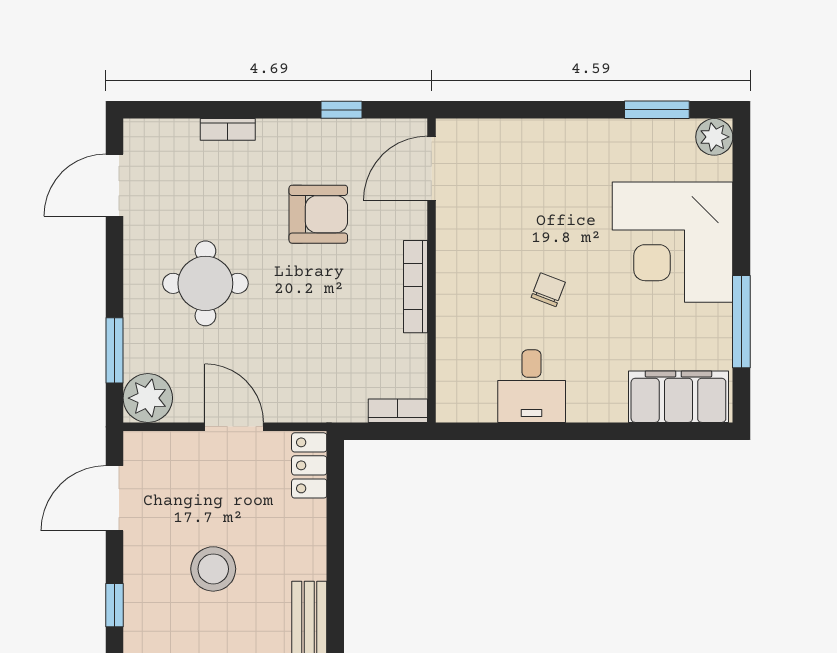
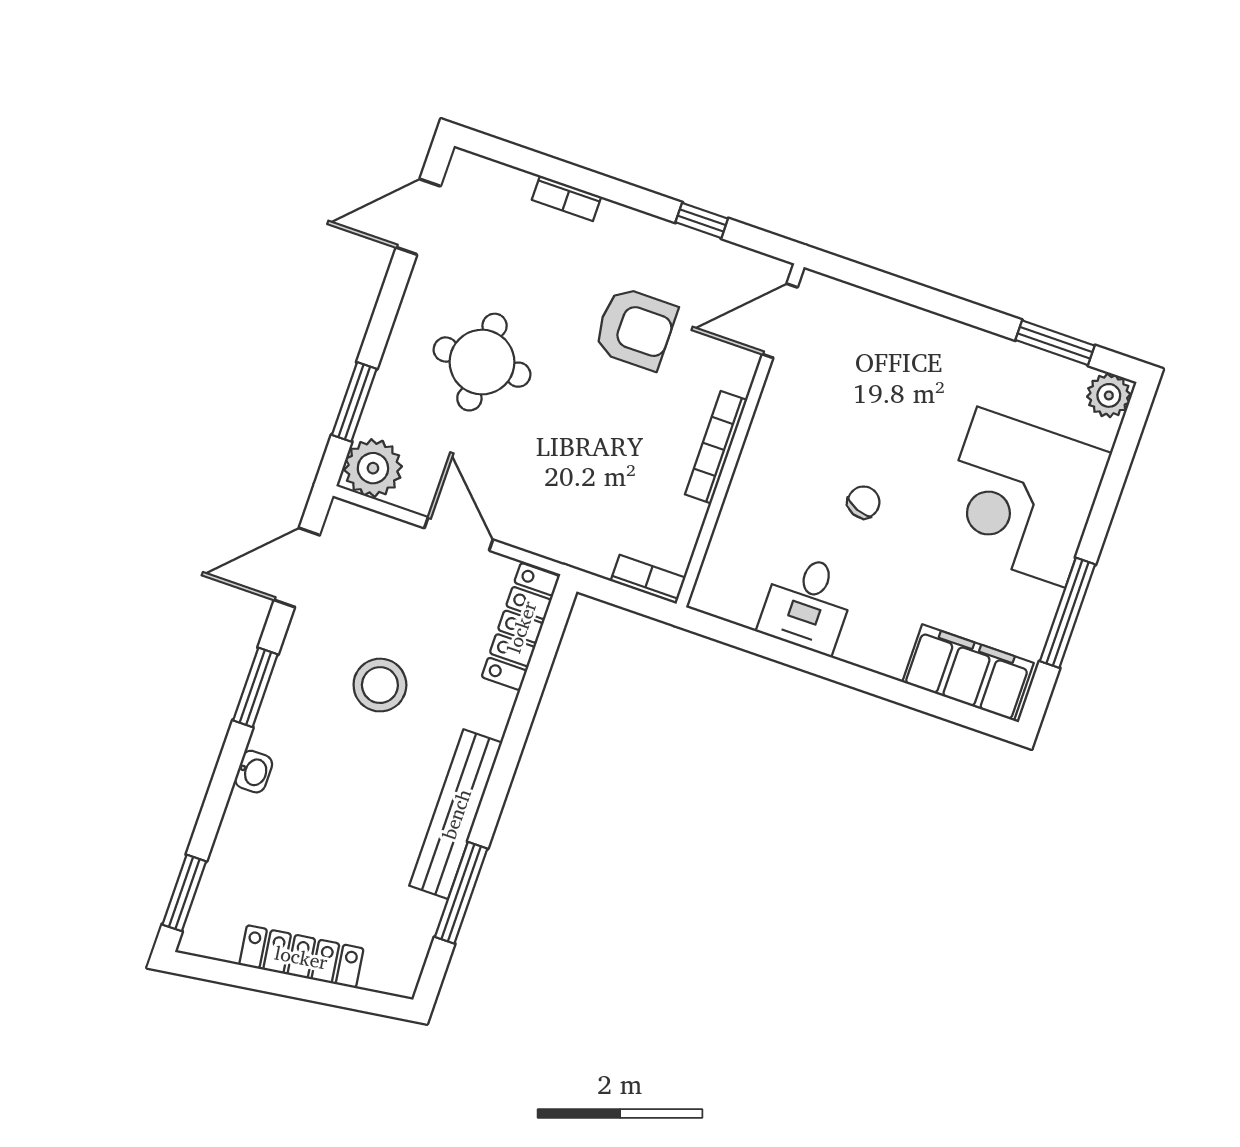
locker: (309, 465) -> (521, 627), width x1.53
window: (115, 605) -> (255, 687), width x1.50

